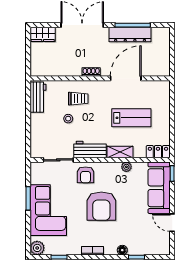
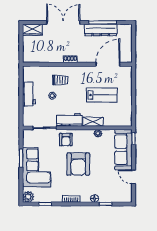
door: (126, 78) -> (108, 64), moved
workbench: (38, 97) -> (29, 94), moved
locker: (158, 152) -> (123, 121), removed

